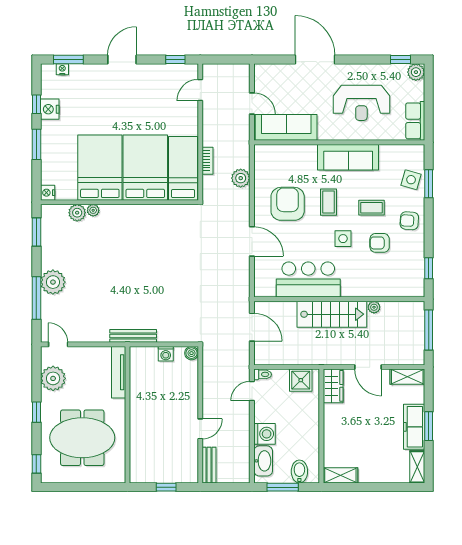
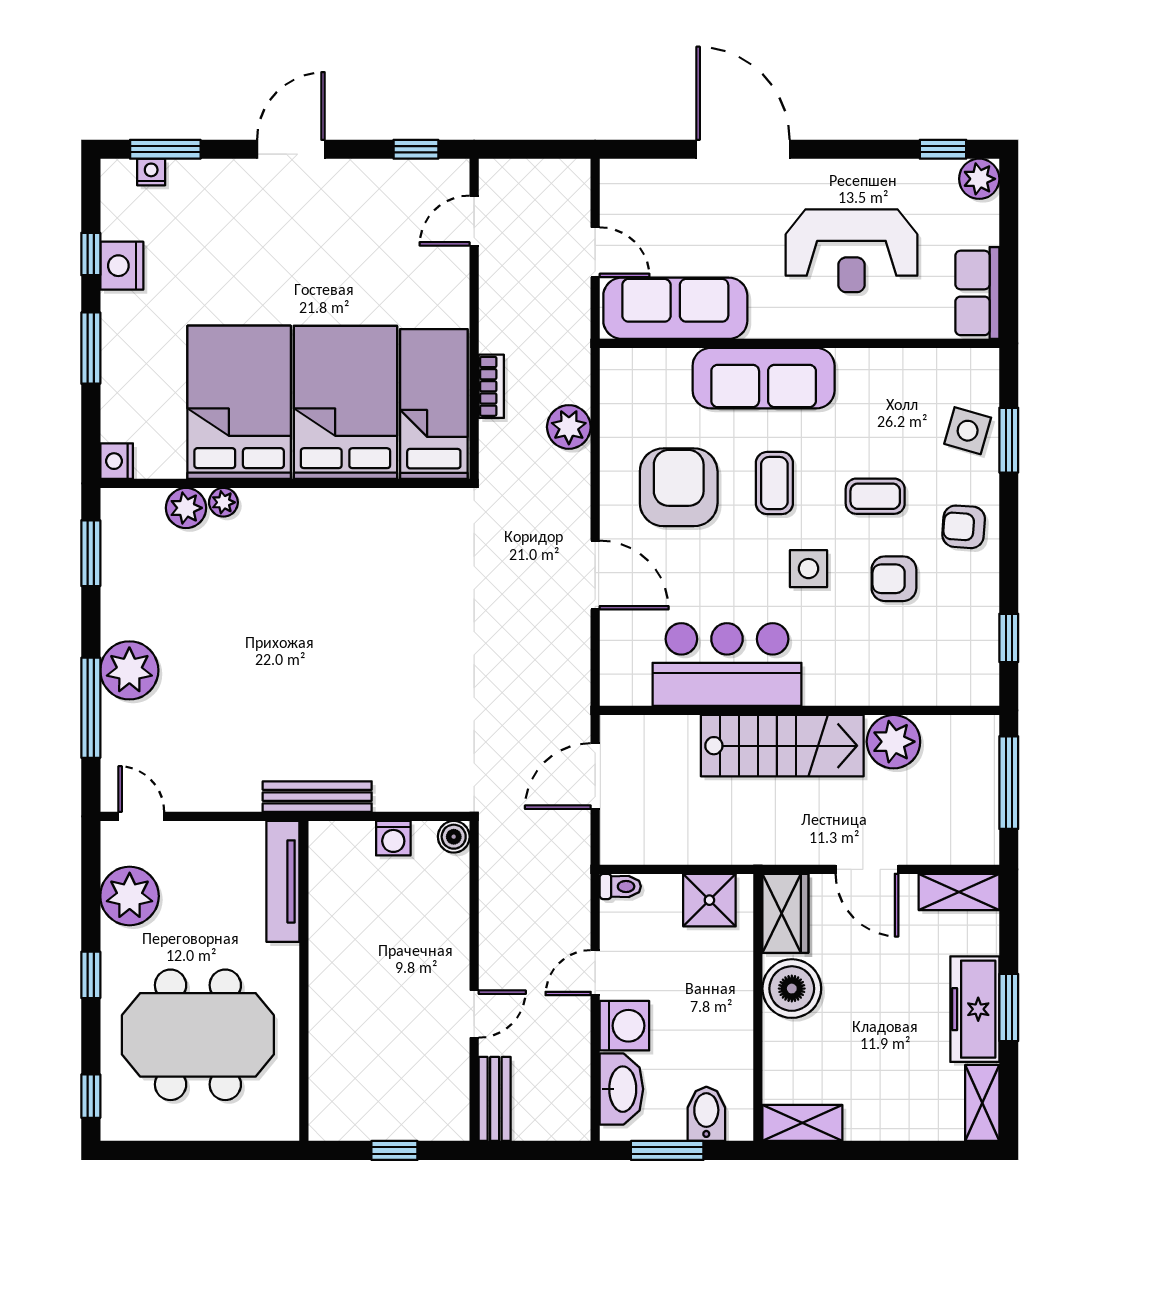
sofa: (348, 157) -> (764, 378), moved
plant: (374, 307) -> (893, 742), width x1.87, depth x1.87
door: (252, 327) -> (595, 776), swing flipped
door: (252, 391) -> (595, 973), moved
boiler: (336, 418) -> (792, 989), added

